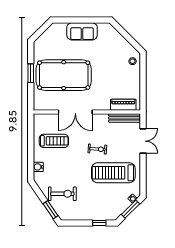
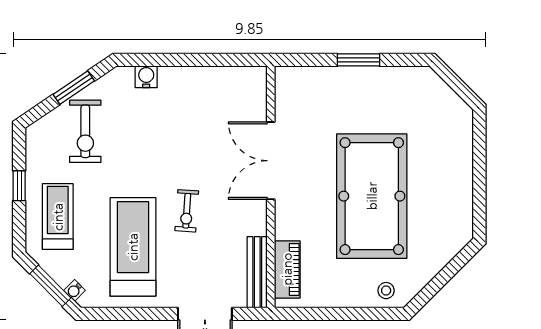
sofa: (82, 31) -> (454, 176), removed
pool table: (64, 75) -> (372, 196), moved
treadmill: (54, 141) -> (58, 217), moved, turned 180
window: (50, 210) -> (74, 88), moved
window: (99, 223) -> (19, 186), moved

